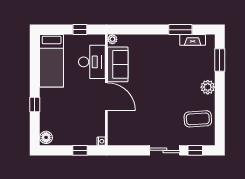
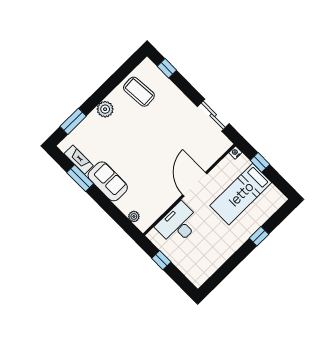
plant: (112, 39) -> (134, 216), moved
bed: (52, 61) -> (241, 194), moved, turned 180
sofa: (118, 64) -> (108, 181), moved, turned 90
floor lamp: (46, 137) -> (277, 201), removed
sliding door: (165, 150) -> (213, 115), moved

